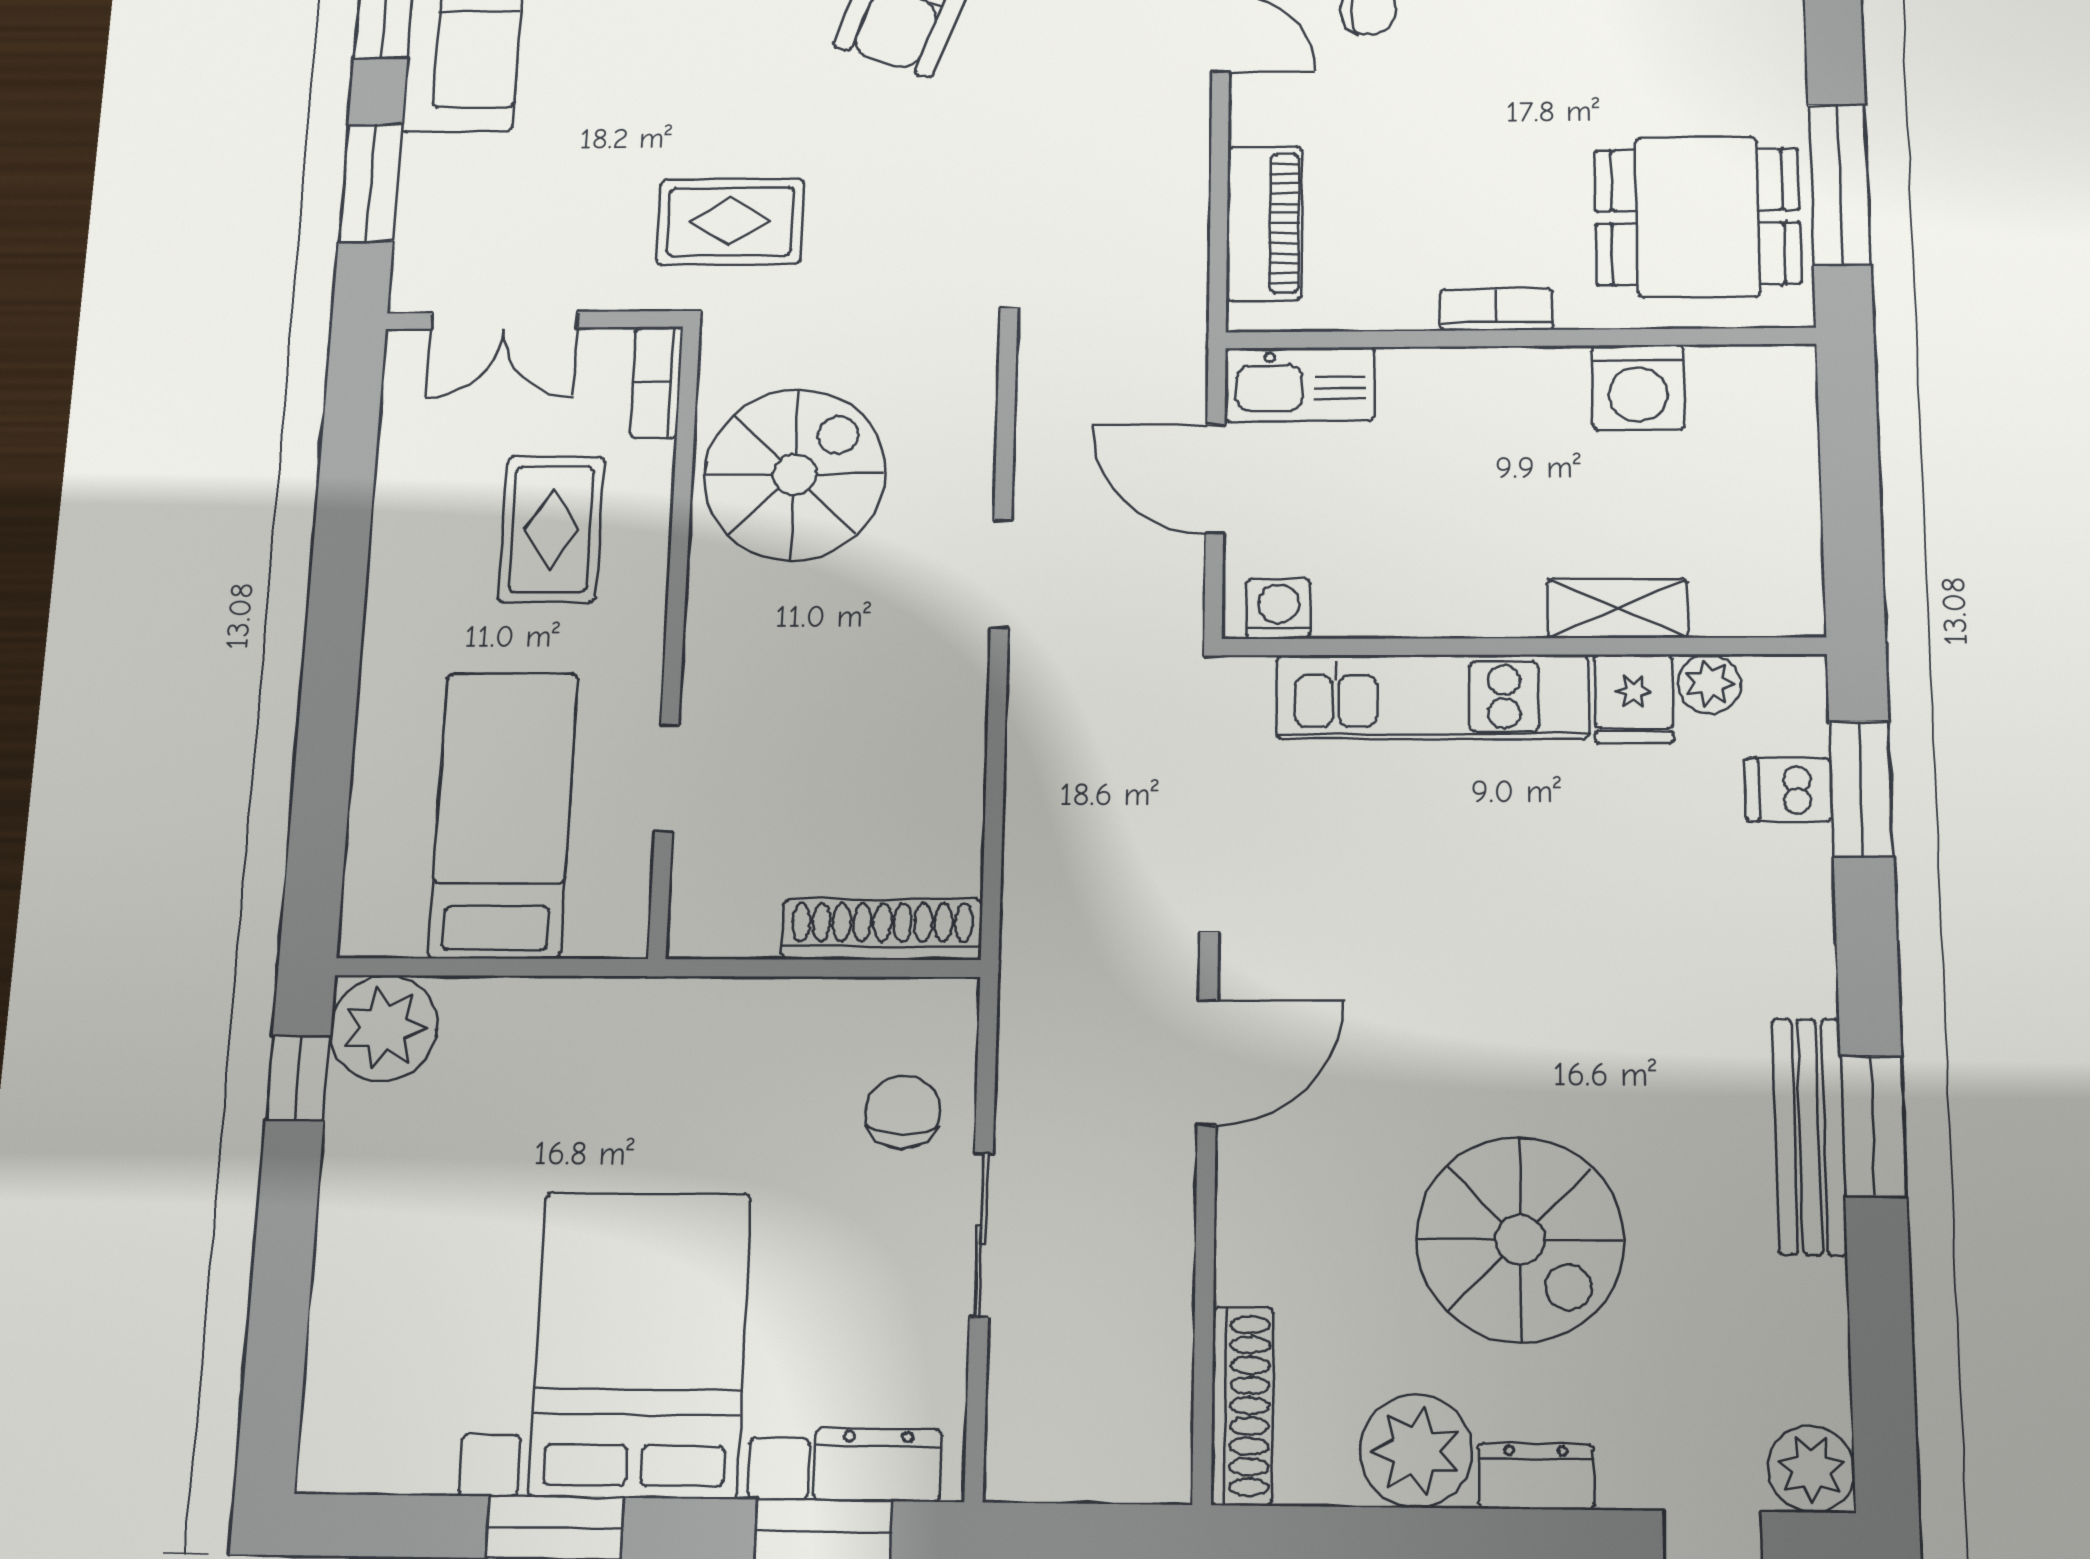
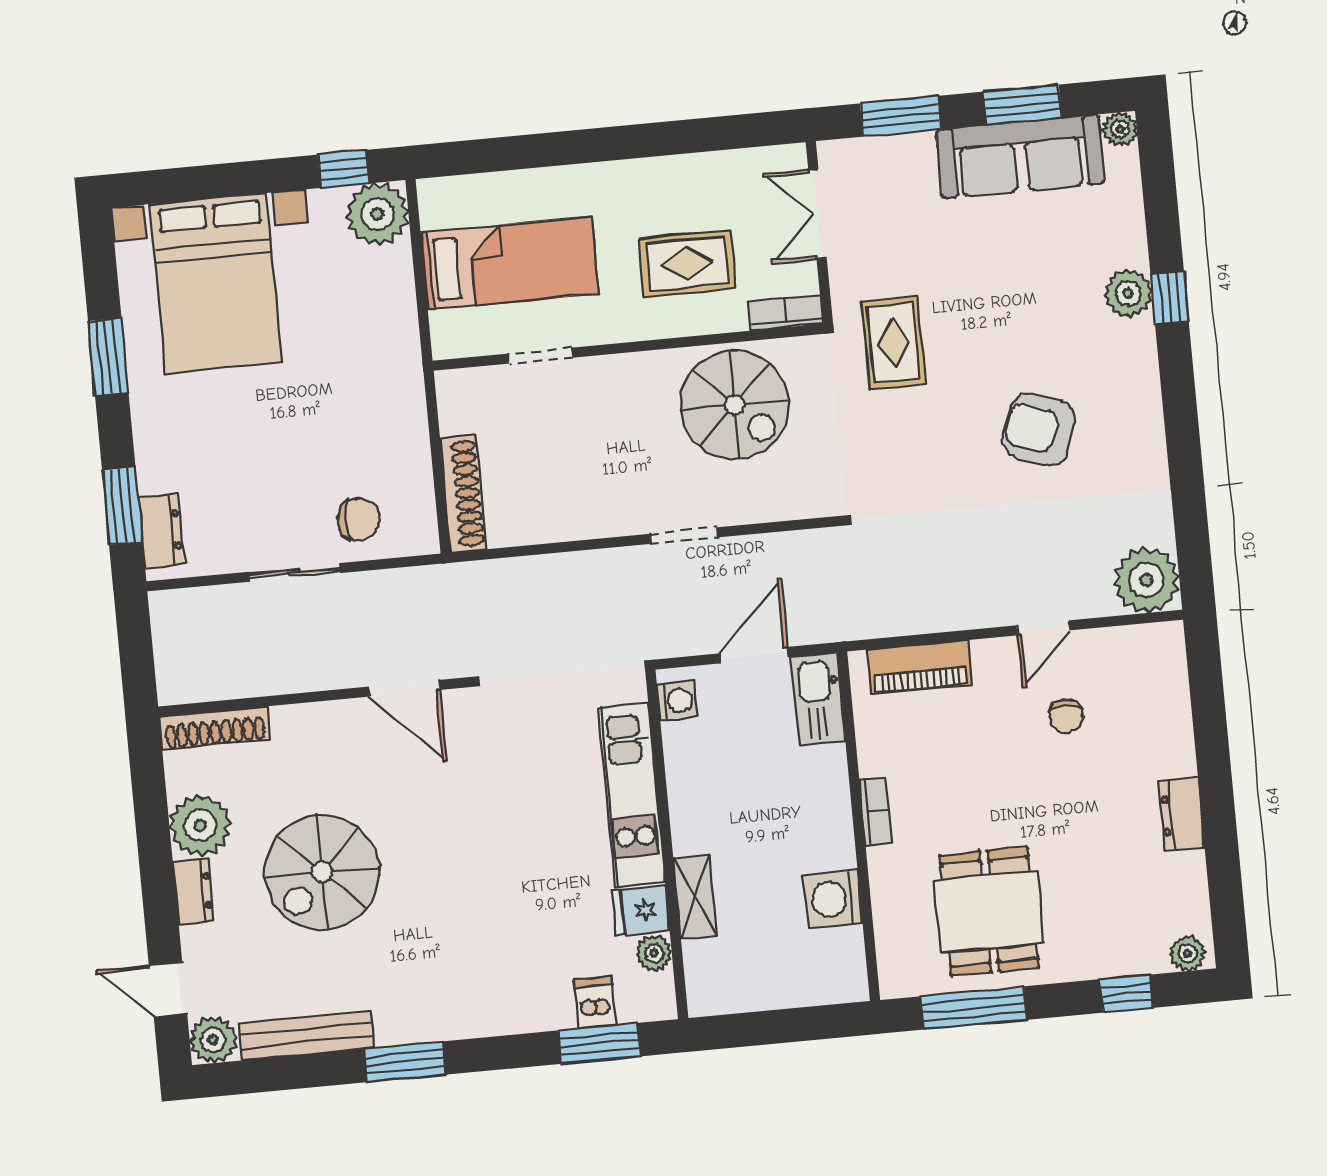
dining table: (1698, 217) -> (989, 911), moved
bench: (1809, 1136) -> (306, 1035), moved
bed with nightstands: (640, 1344) -> (216, 283), moved, turned 90

